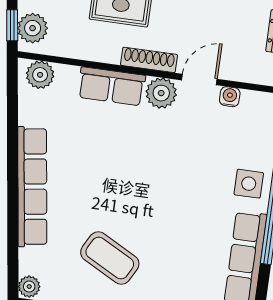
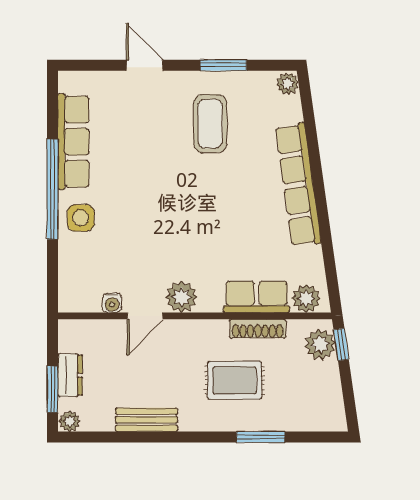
shoe rack: (149, 60) -> (258, 329), moved
row of seats: (112, 86) -> (257, 297), moved
coffee table: (110, 258) -> (210, 124), turned 62

